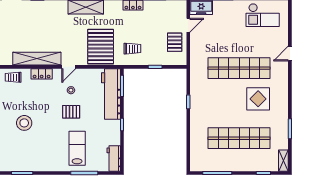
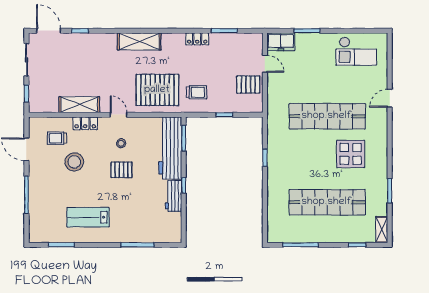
door: (188, 25) -> (265, 64), hinge flipped
pallet: (175, 42) -> (248, 84), turned 90
pallet: (101, 47) -> (157, 90), turned 90
shelving: (37, 59) -> (79, 105), width x0.68
door: (69, 67) -> (119, 115), swing flipped
trolley: (13, 77) -> (57, 138), moved
stool: (24, 123) -> (74, 162), moved
lab bench: (77, 148) -> (88, 217), moved, turned -90
workbench: (114, 159) -> (174, 196), moved

